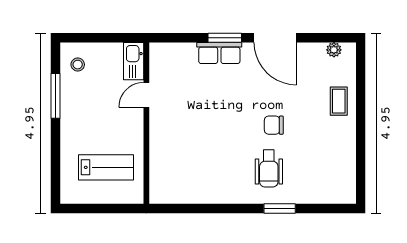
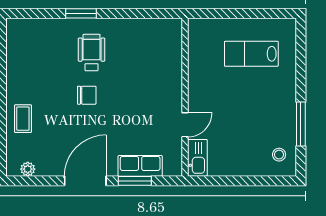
door: (275, 38) -> (85, 181), hinge flipped
kitchen sink: (134, 61) -> (197, 158), moved
door: (146, 95) -> (185, 125), moved
wall: (146, 123) -> (185, 97), moved

